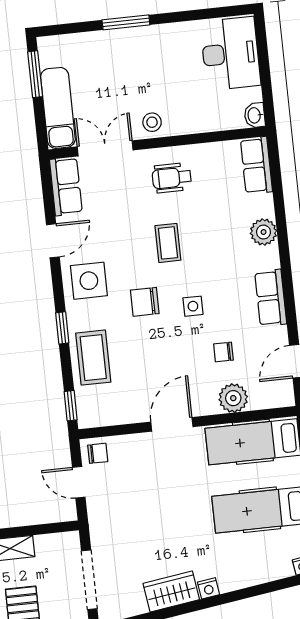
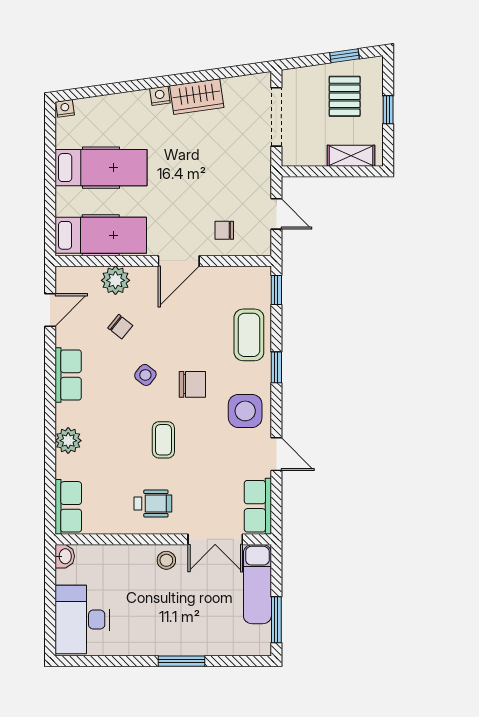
door: (53, 241) -> (276, 454), swing flipped
side table: (193, 306) -> (145, 375), turned 38
chair: (223, 352) -> (120, 327), turned 39
chair: (98, 453) -> (224, 230), moved

